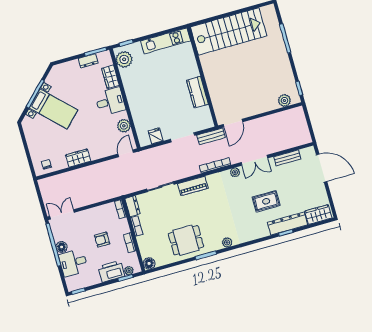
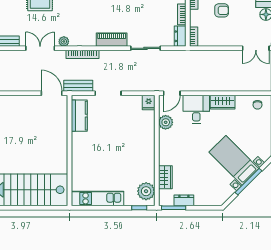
kitchen counter: (197, 92) -> (79, 116), moved
desk: (110, 102) -> (196, 109), moved, turned 90
door: (233, 123) -> (52, 93), hinge flipped
fridge: (155, 136) -> (149, 103), moved

